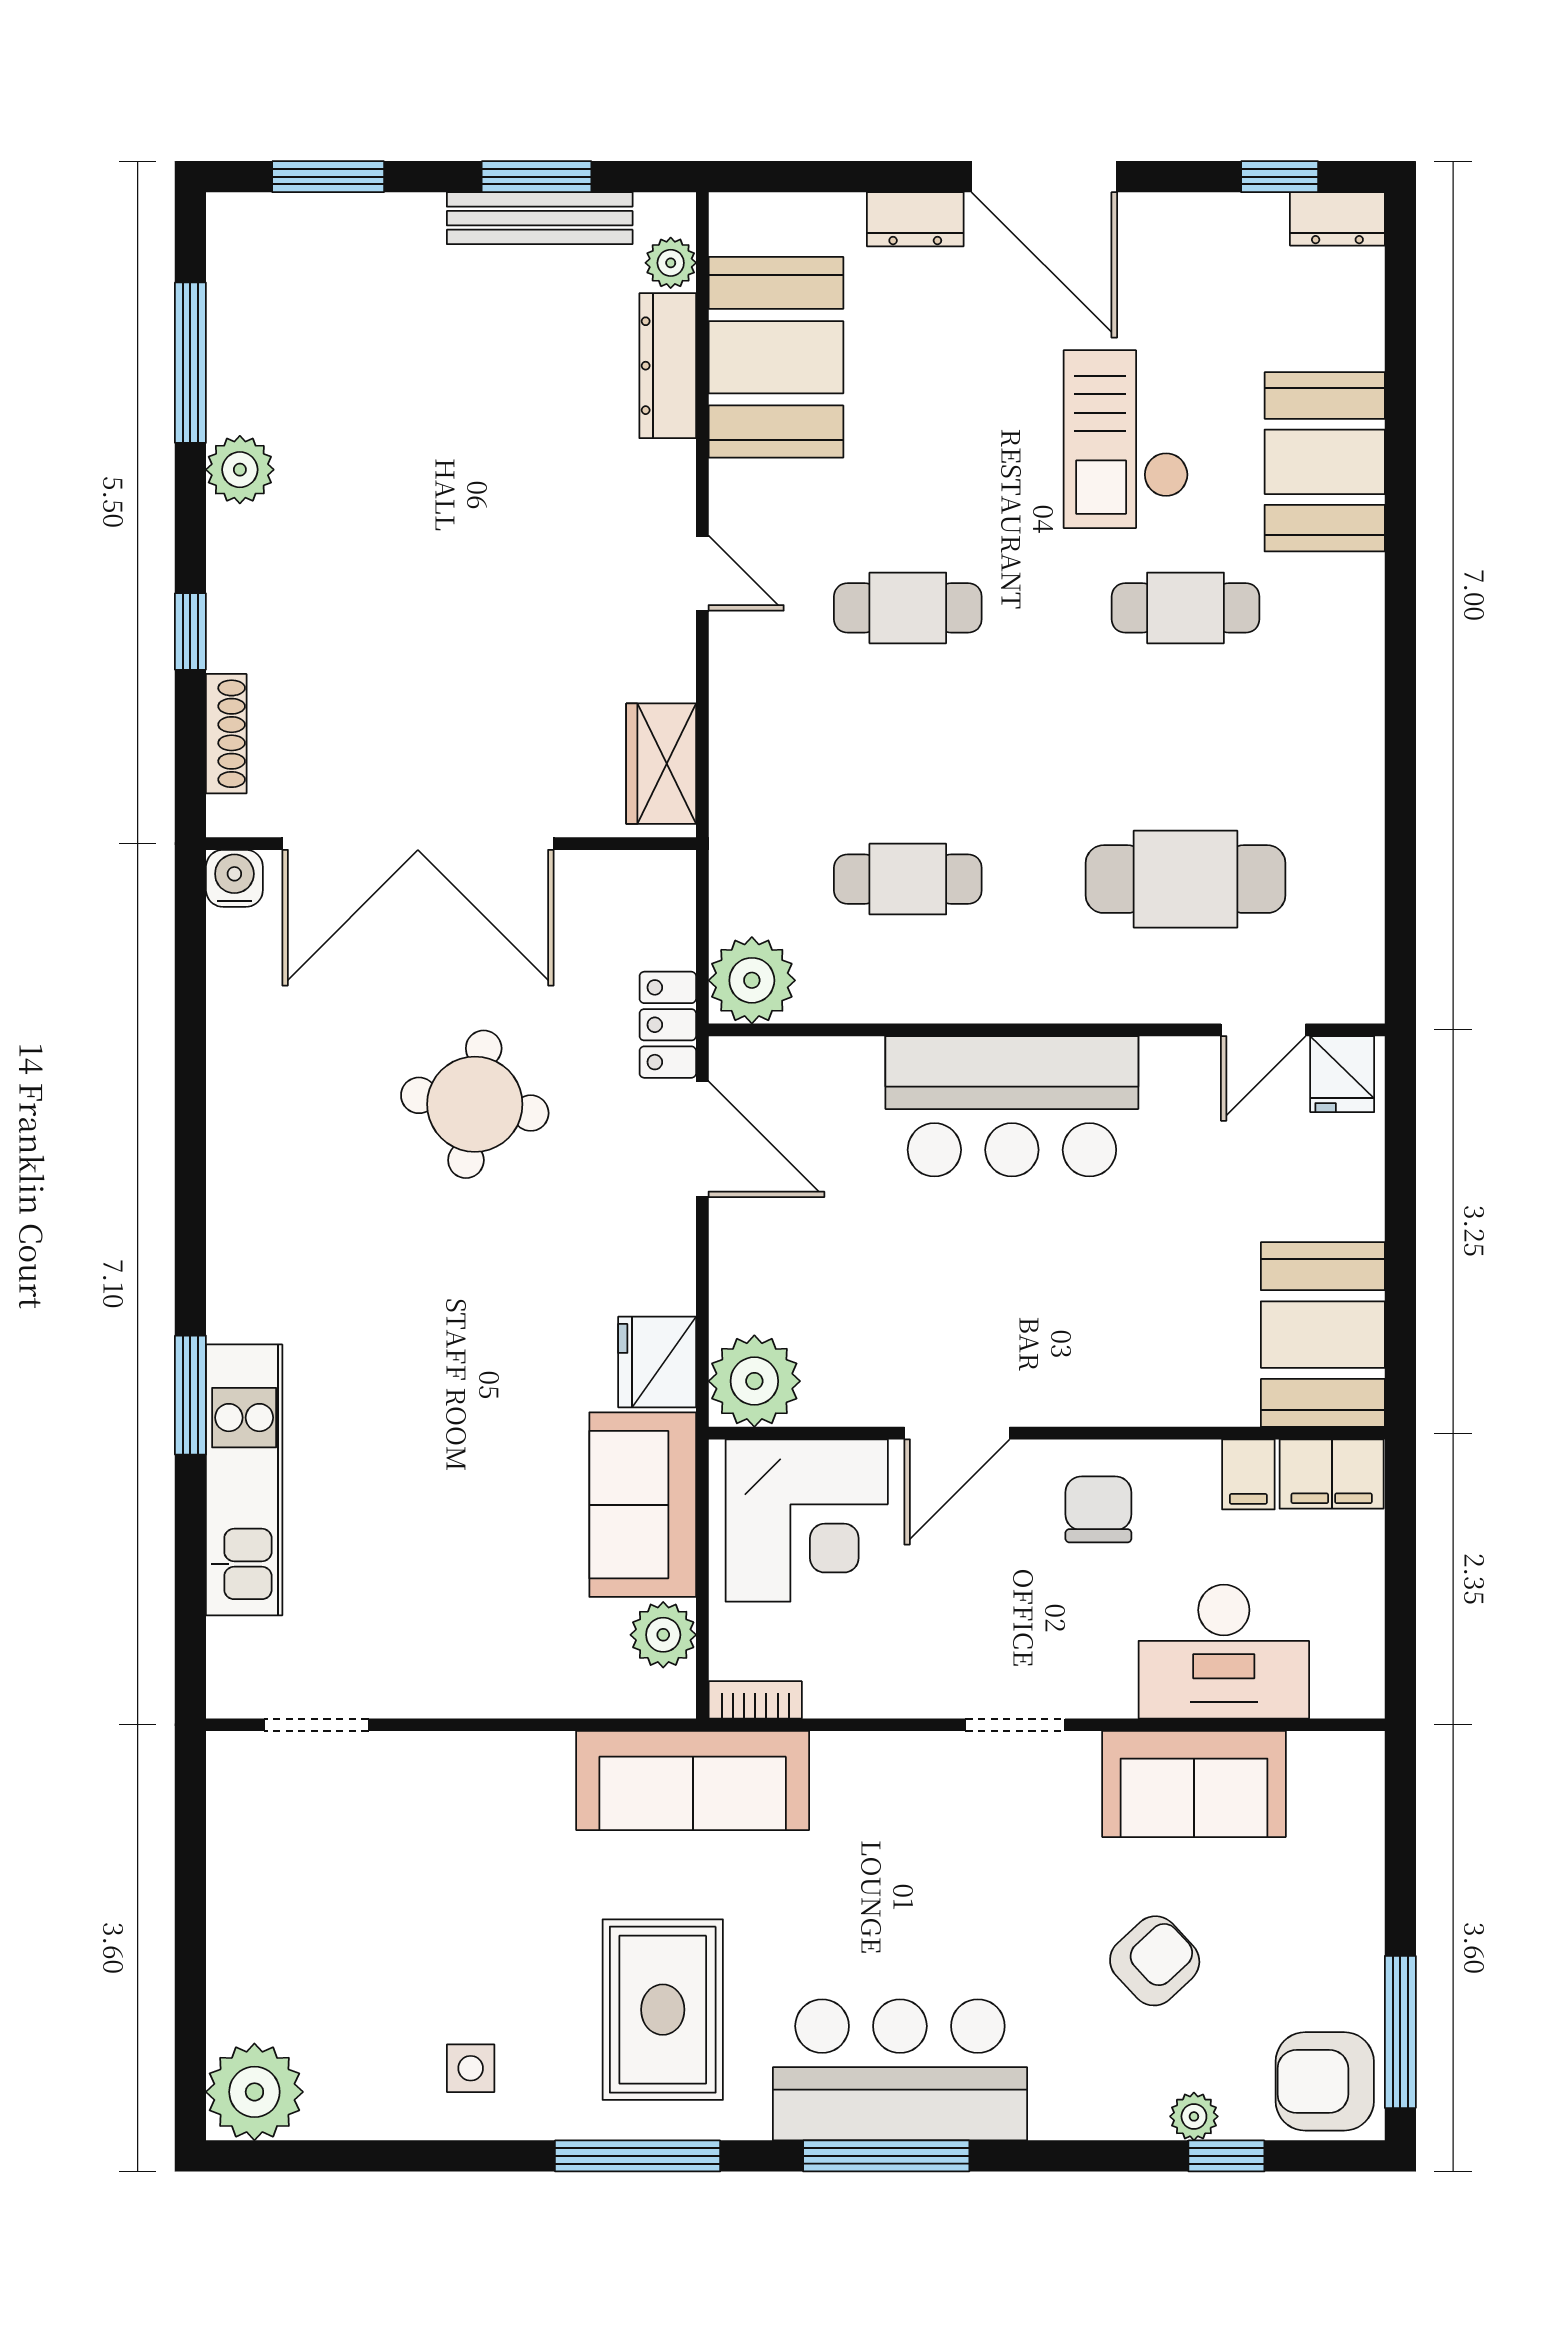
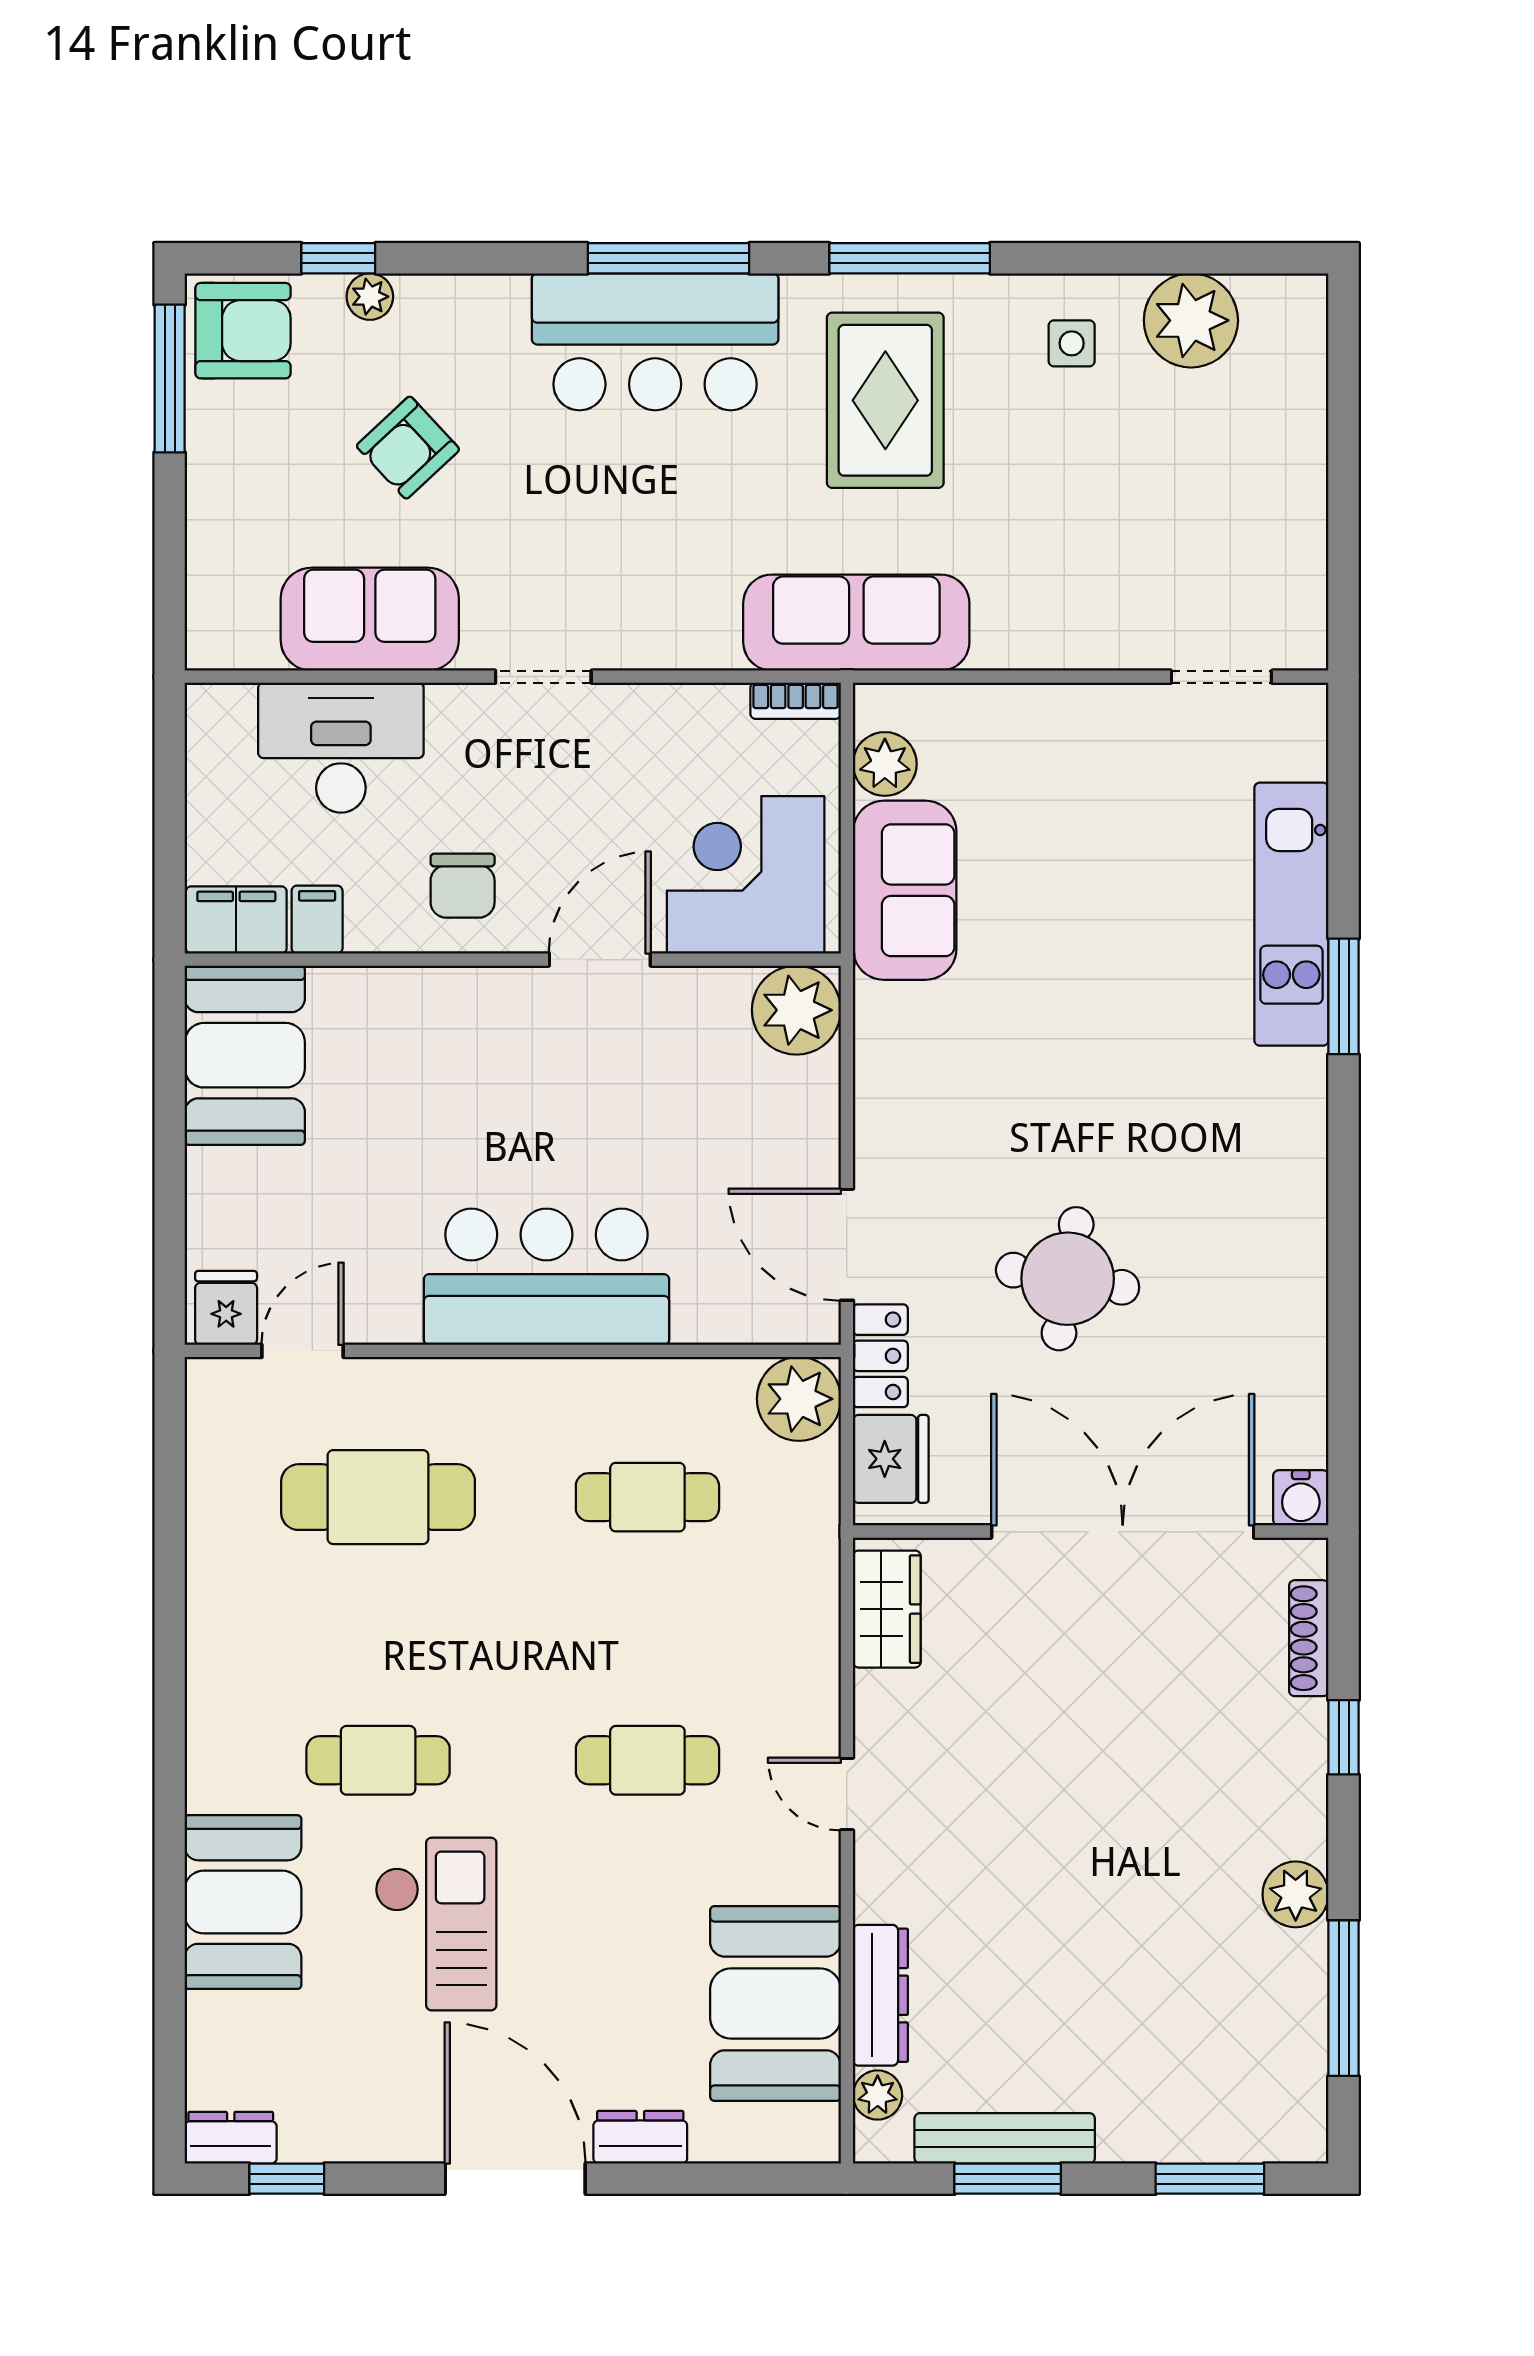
fridge: (657, 1362) -> (891, 1459), moved
plant: (254, 2092) -> (1191, 320), moved

